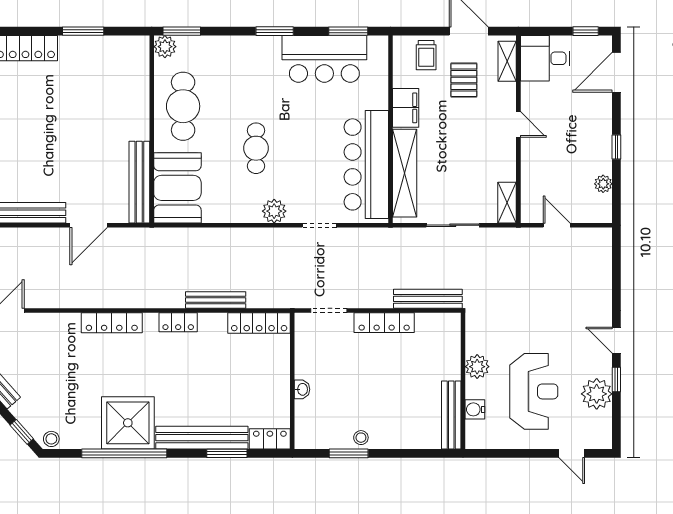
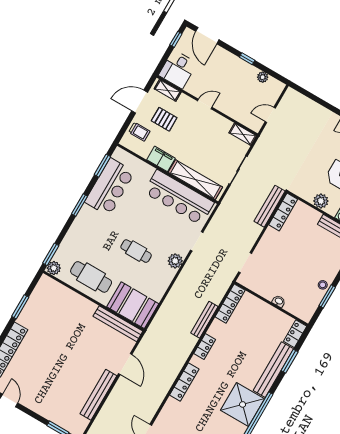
locker: (384, 323) -> (283, 212), moved

